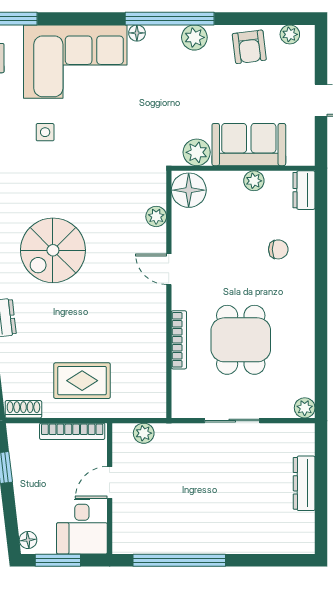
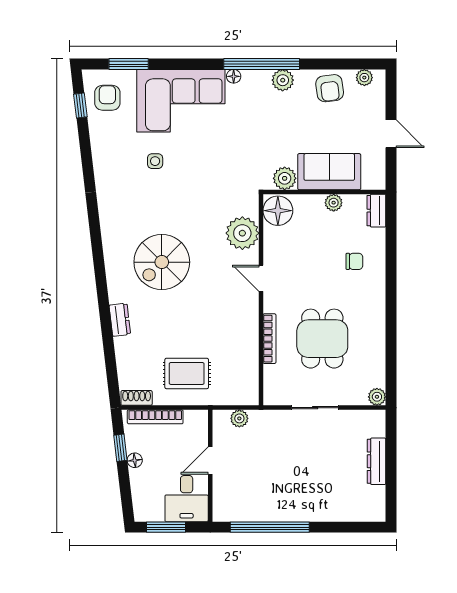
plant: (156, 216) -> (242, 233), width x1.87, depth x1.87
bookcase: (72, 431) -> (155, 417), moved
floor lamp: (28, 540) -> (135, 460), moved

